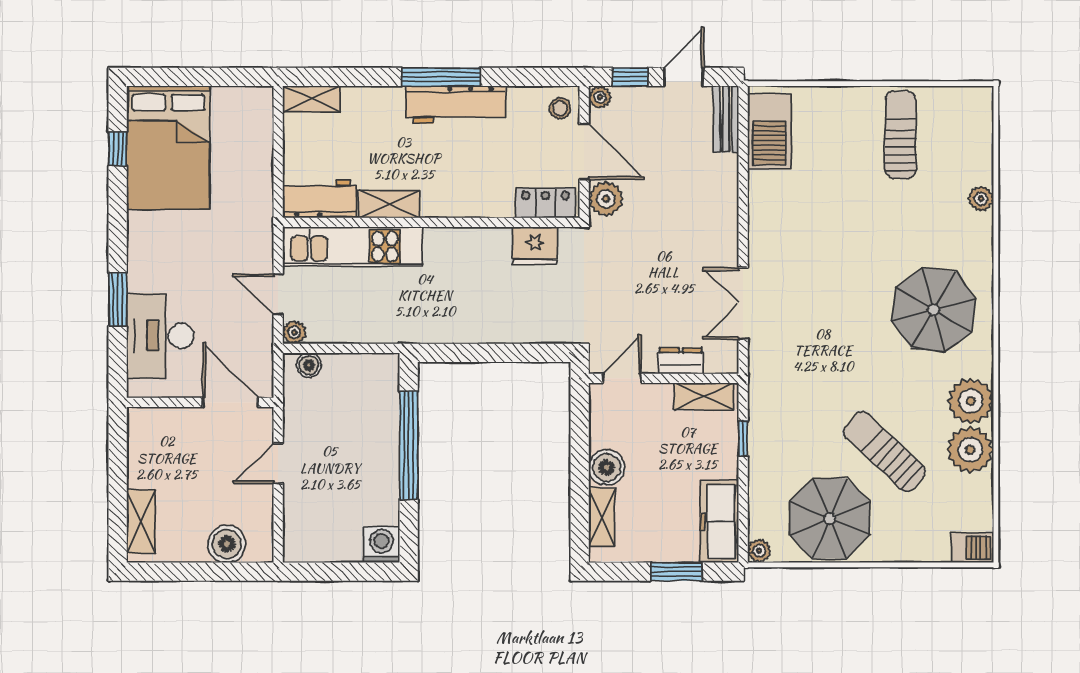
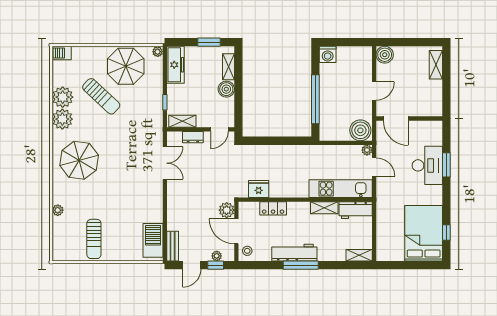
plant: (600, 97) -> (217, 256), moved
locker: (545, 203) -> (273, 208), moved
desk: (160, 336) -> (427, 165), moved
boiler: (309, 365) -> (360, 130), width x1.86, depth x1.86
boiler: (227, 544) -> (385, 55), moved
window: (676, 572) -> (209, 42), moved

